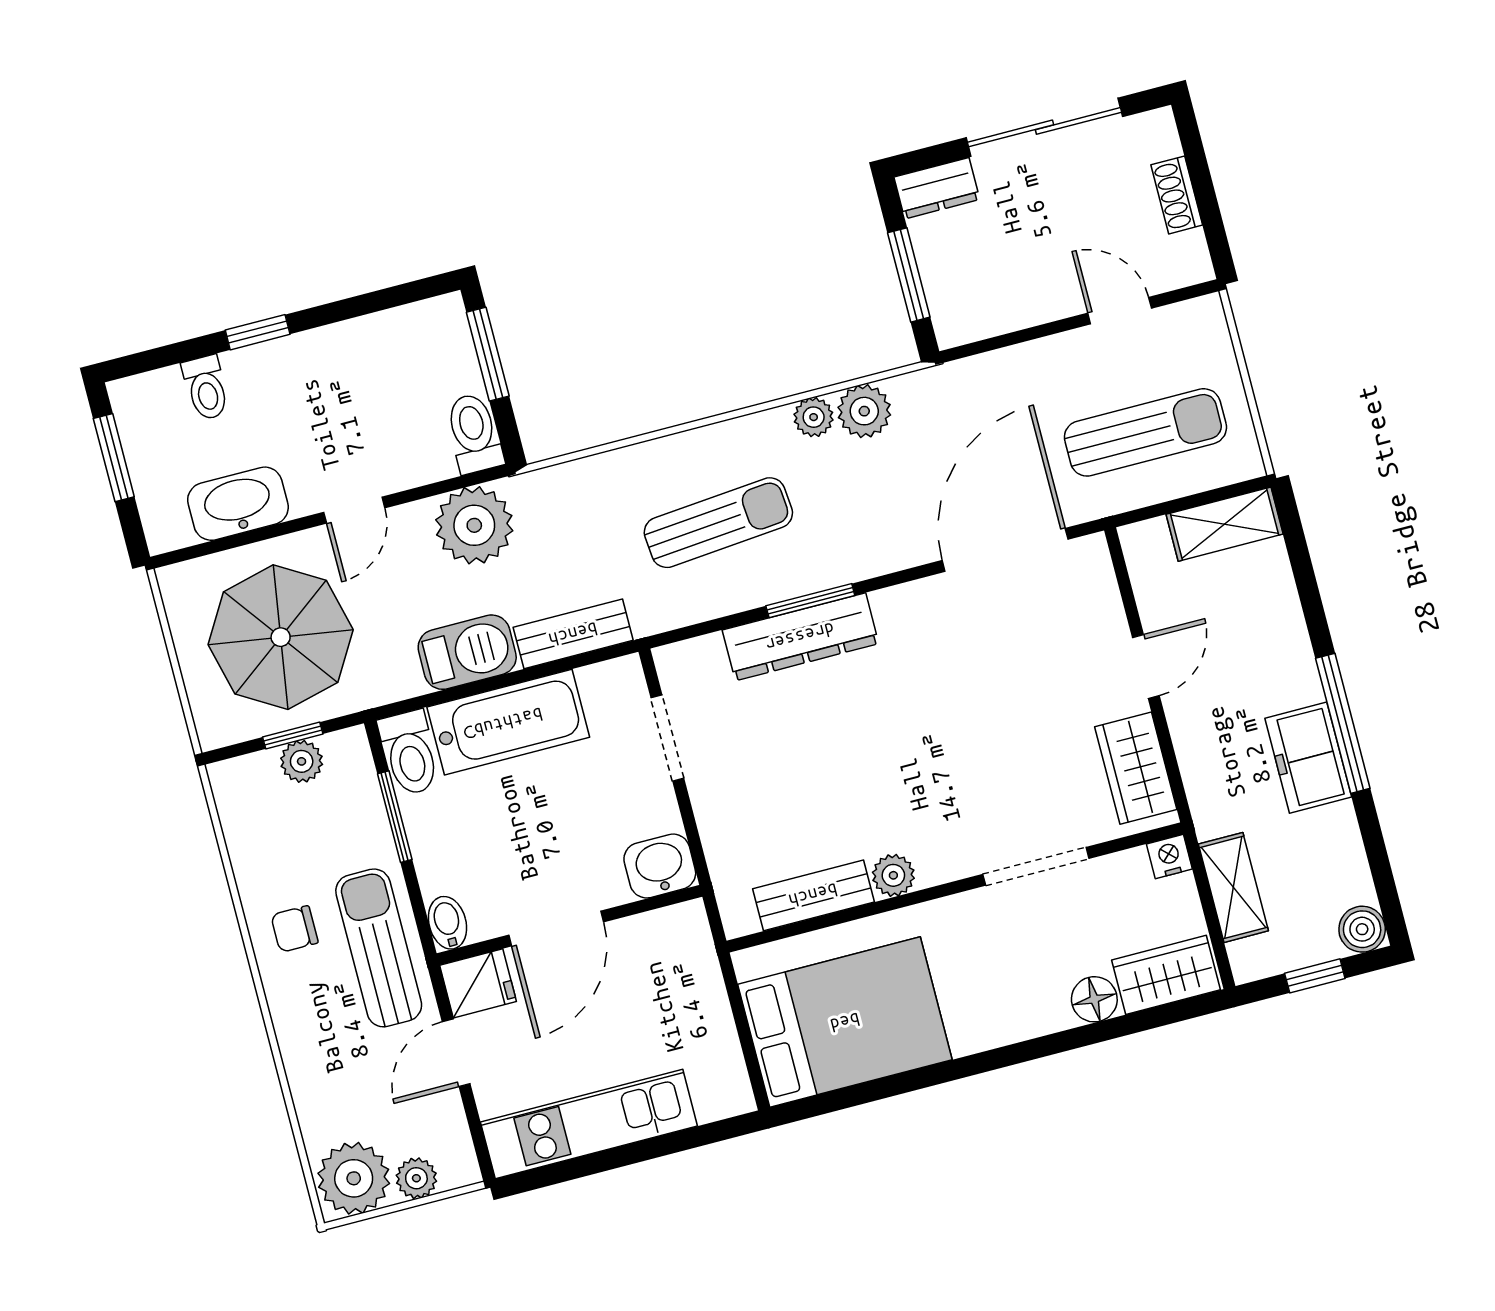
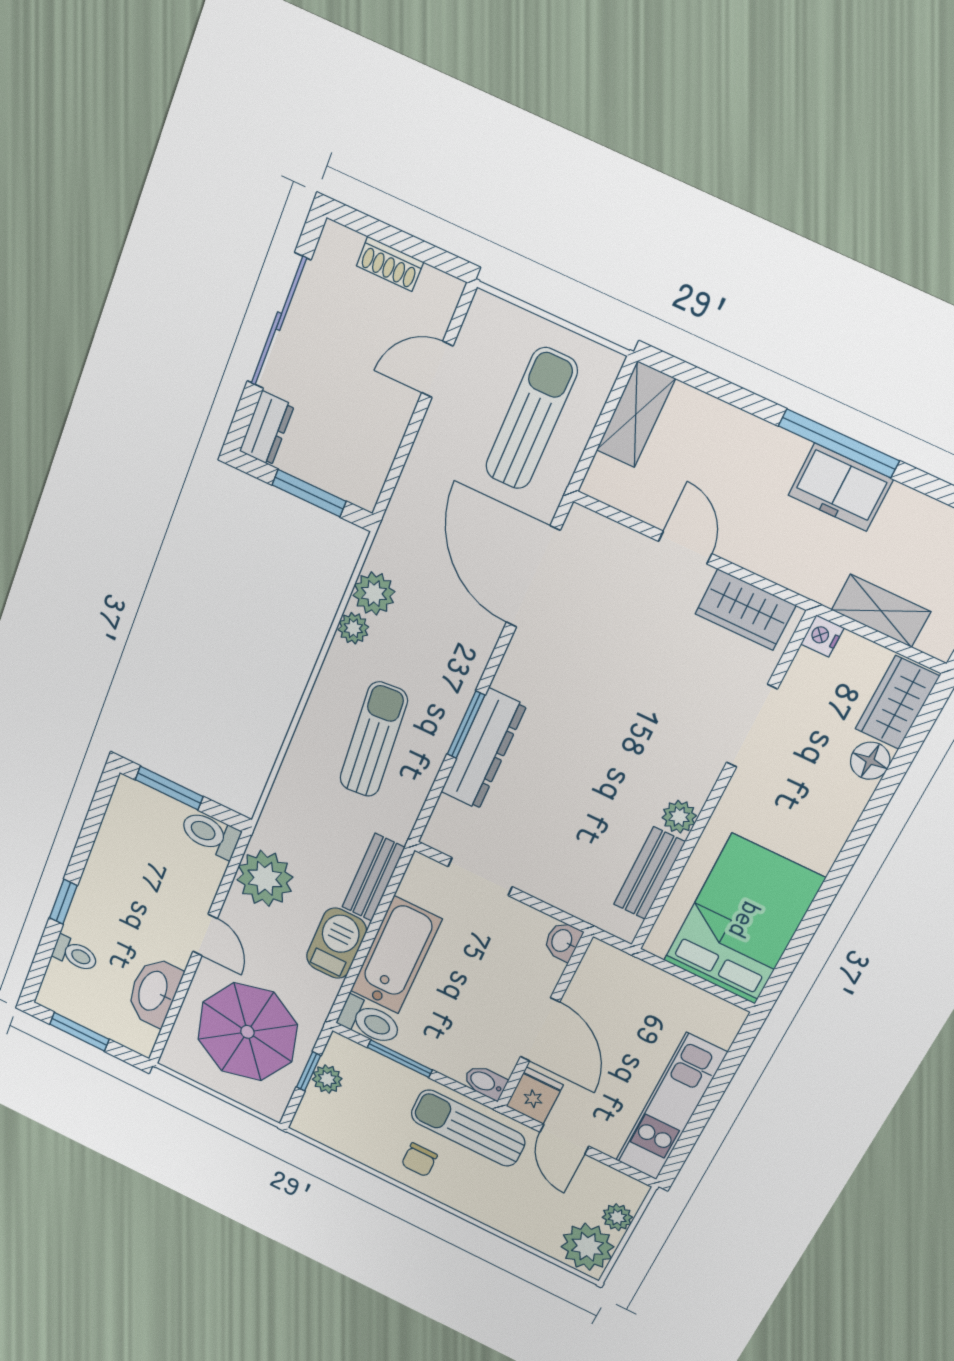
washbasin: (660, 866) -> (563, 941), width x0.72, depth x0.69

